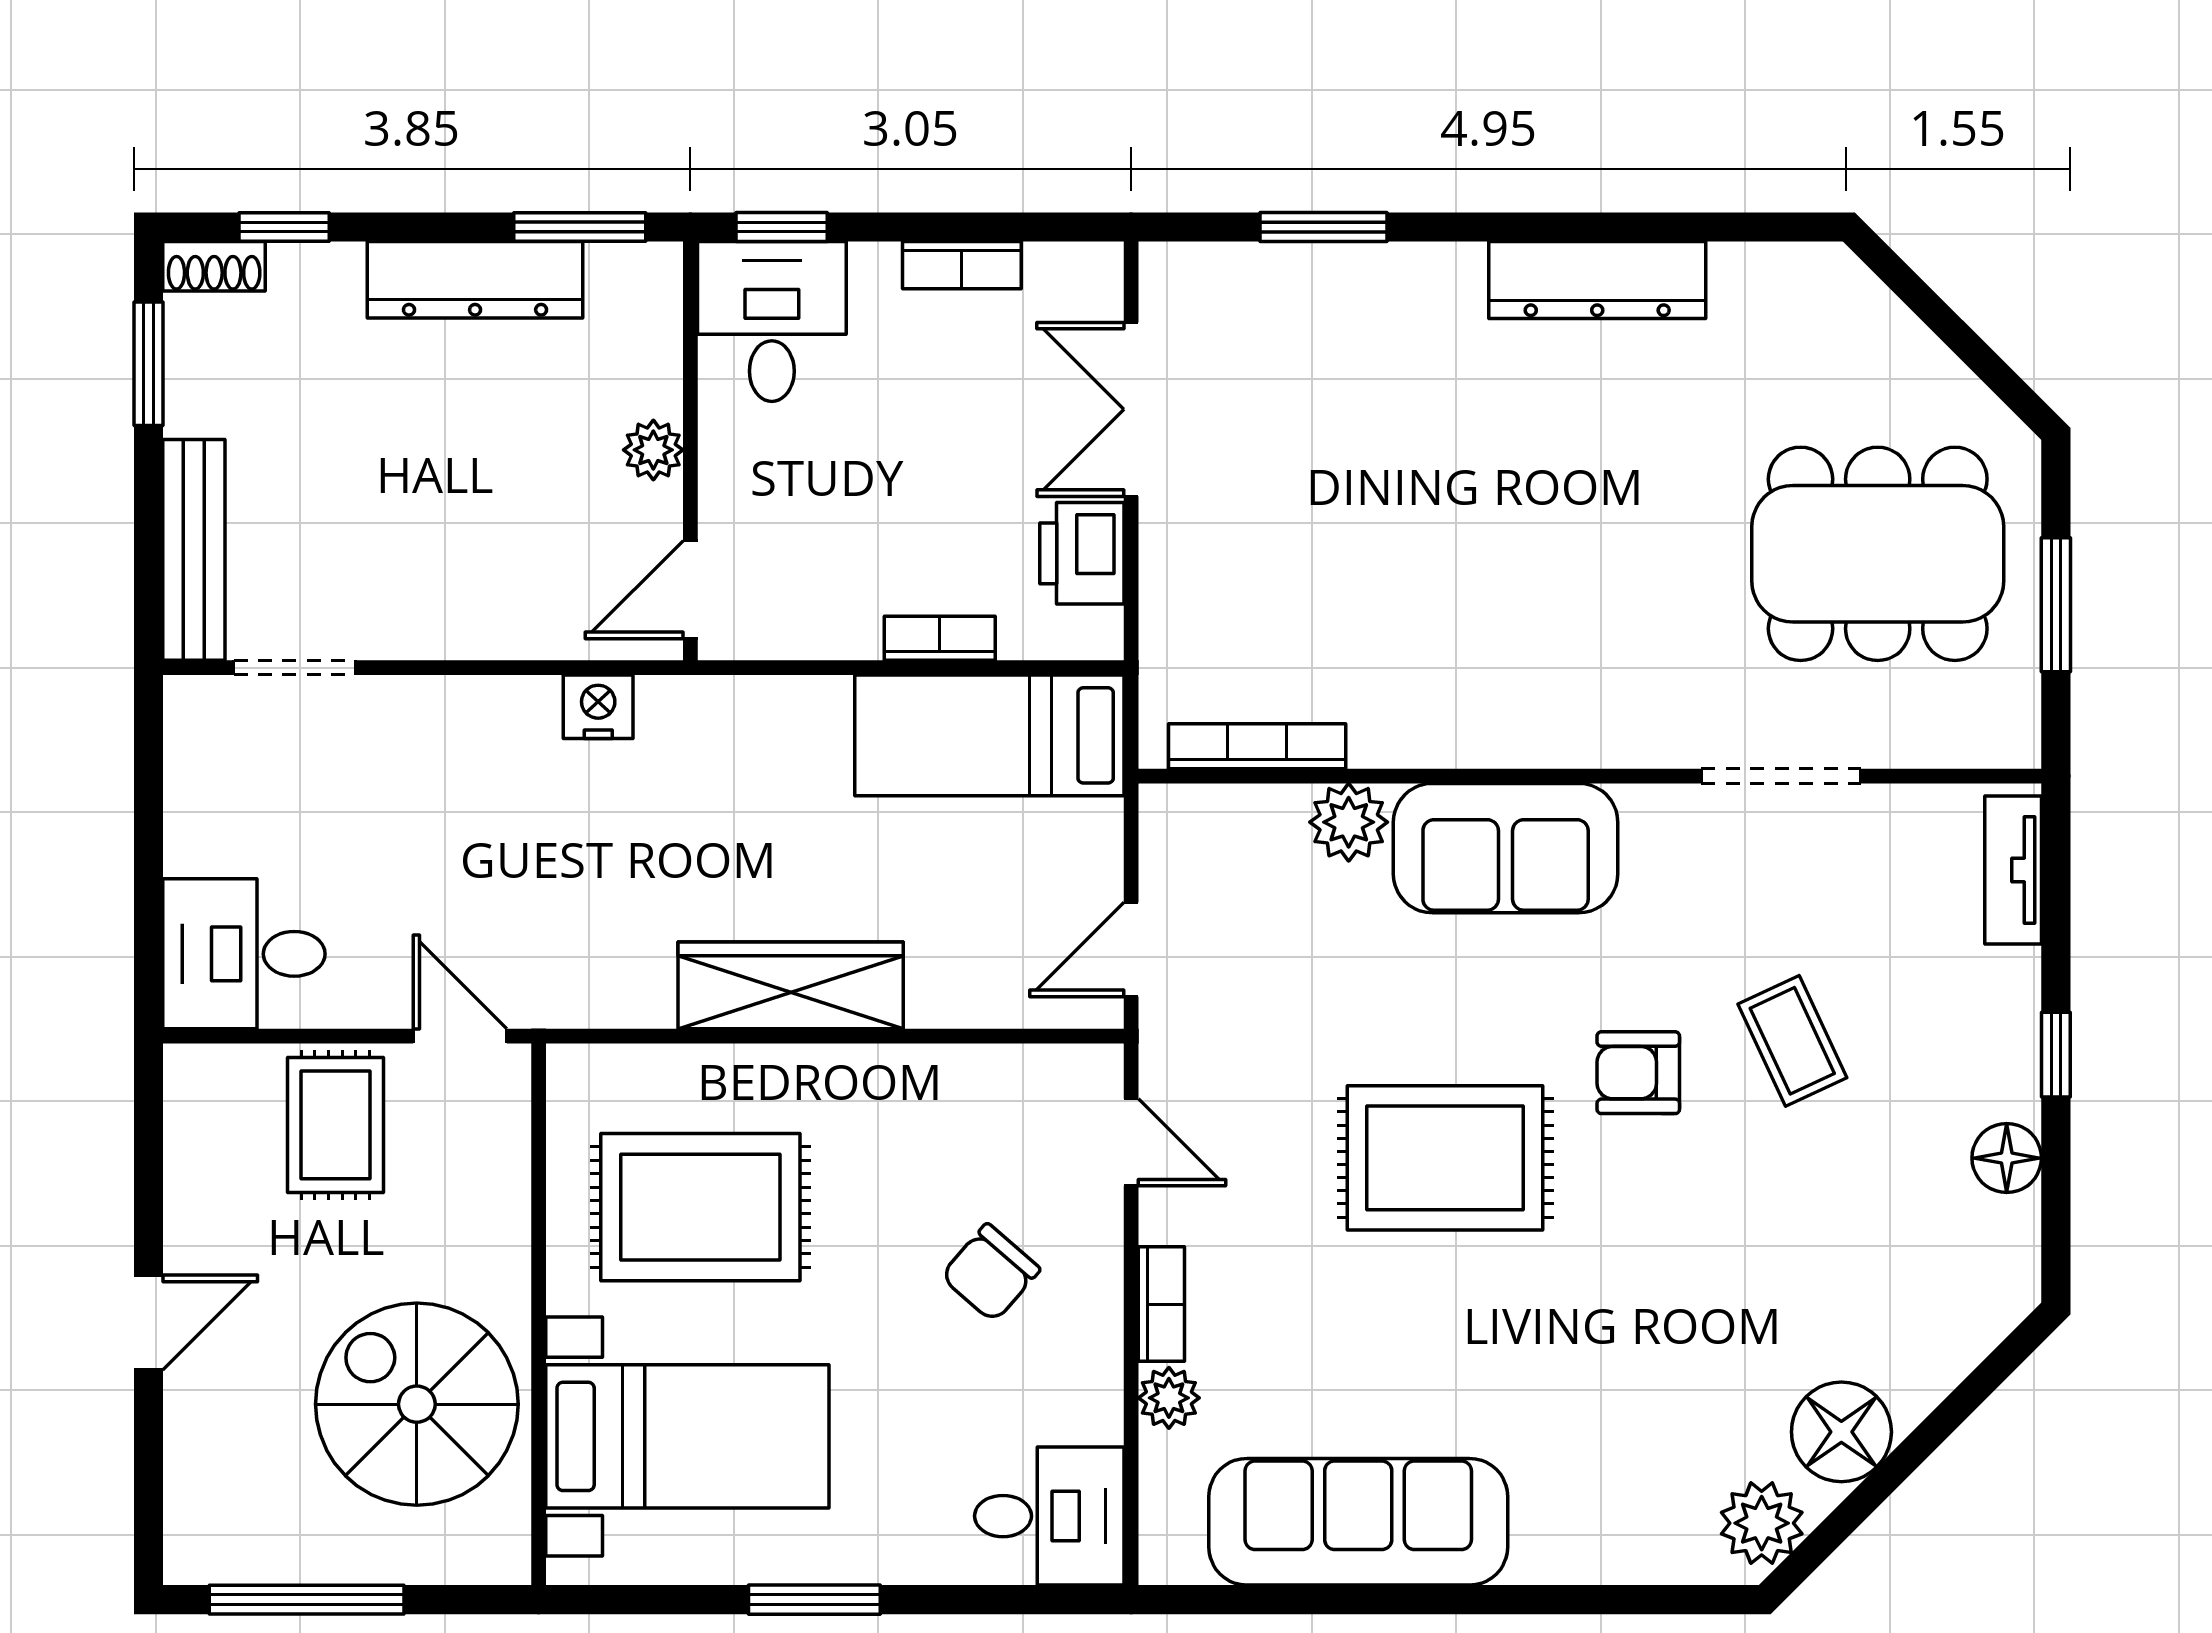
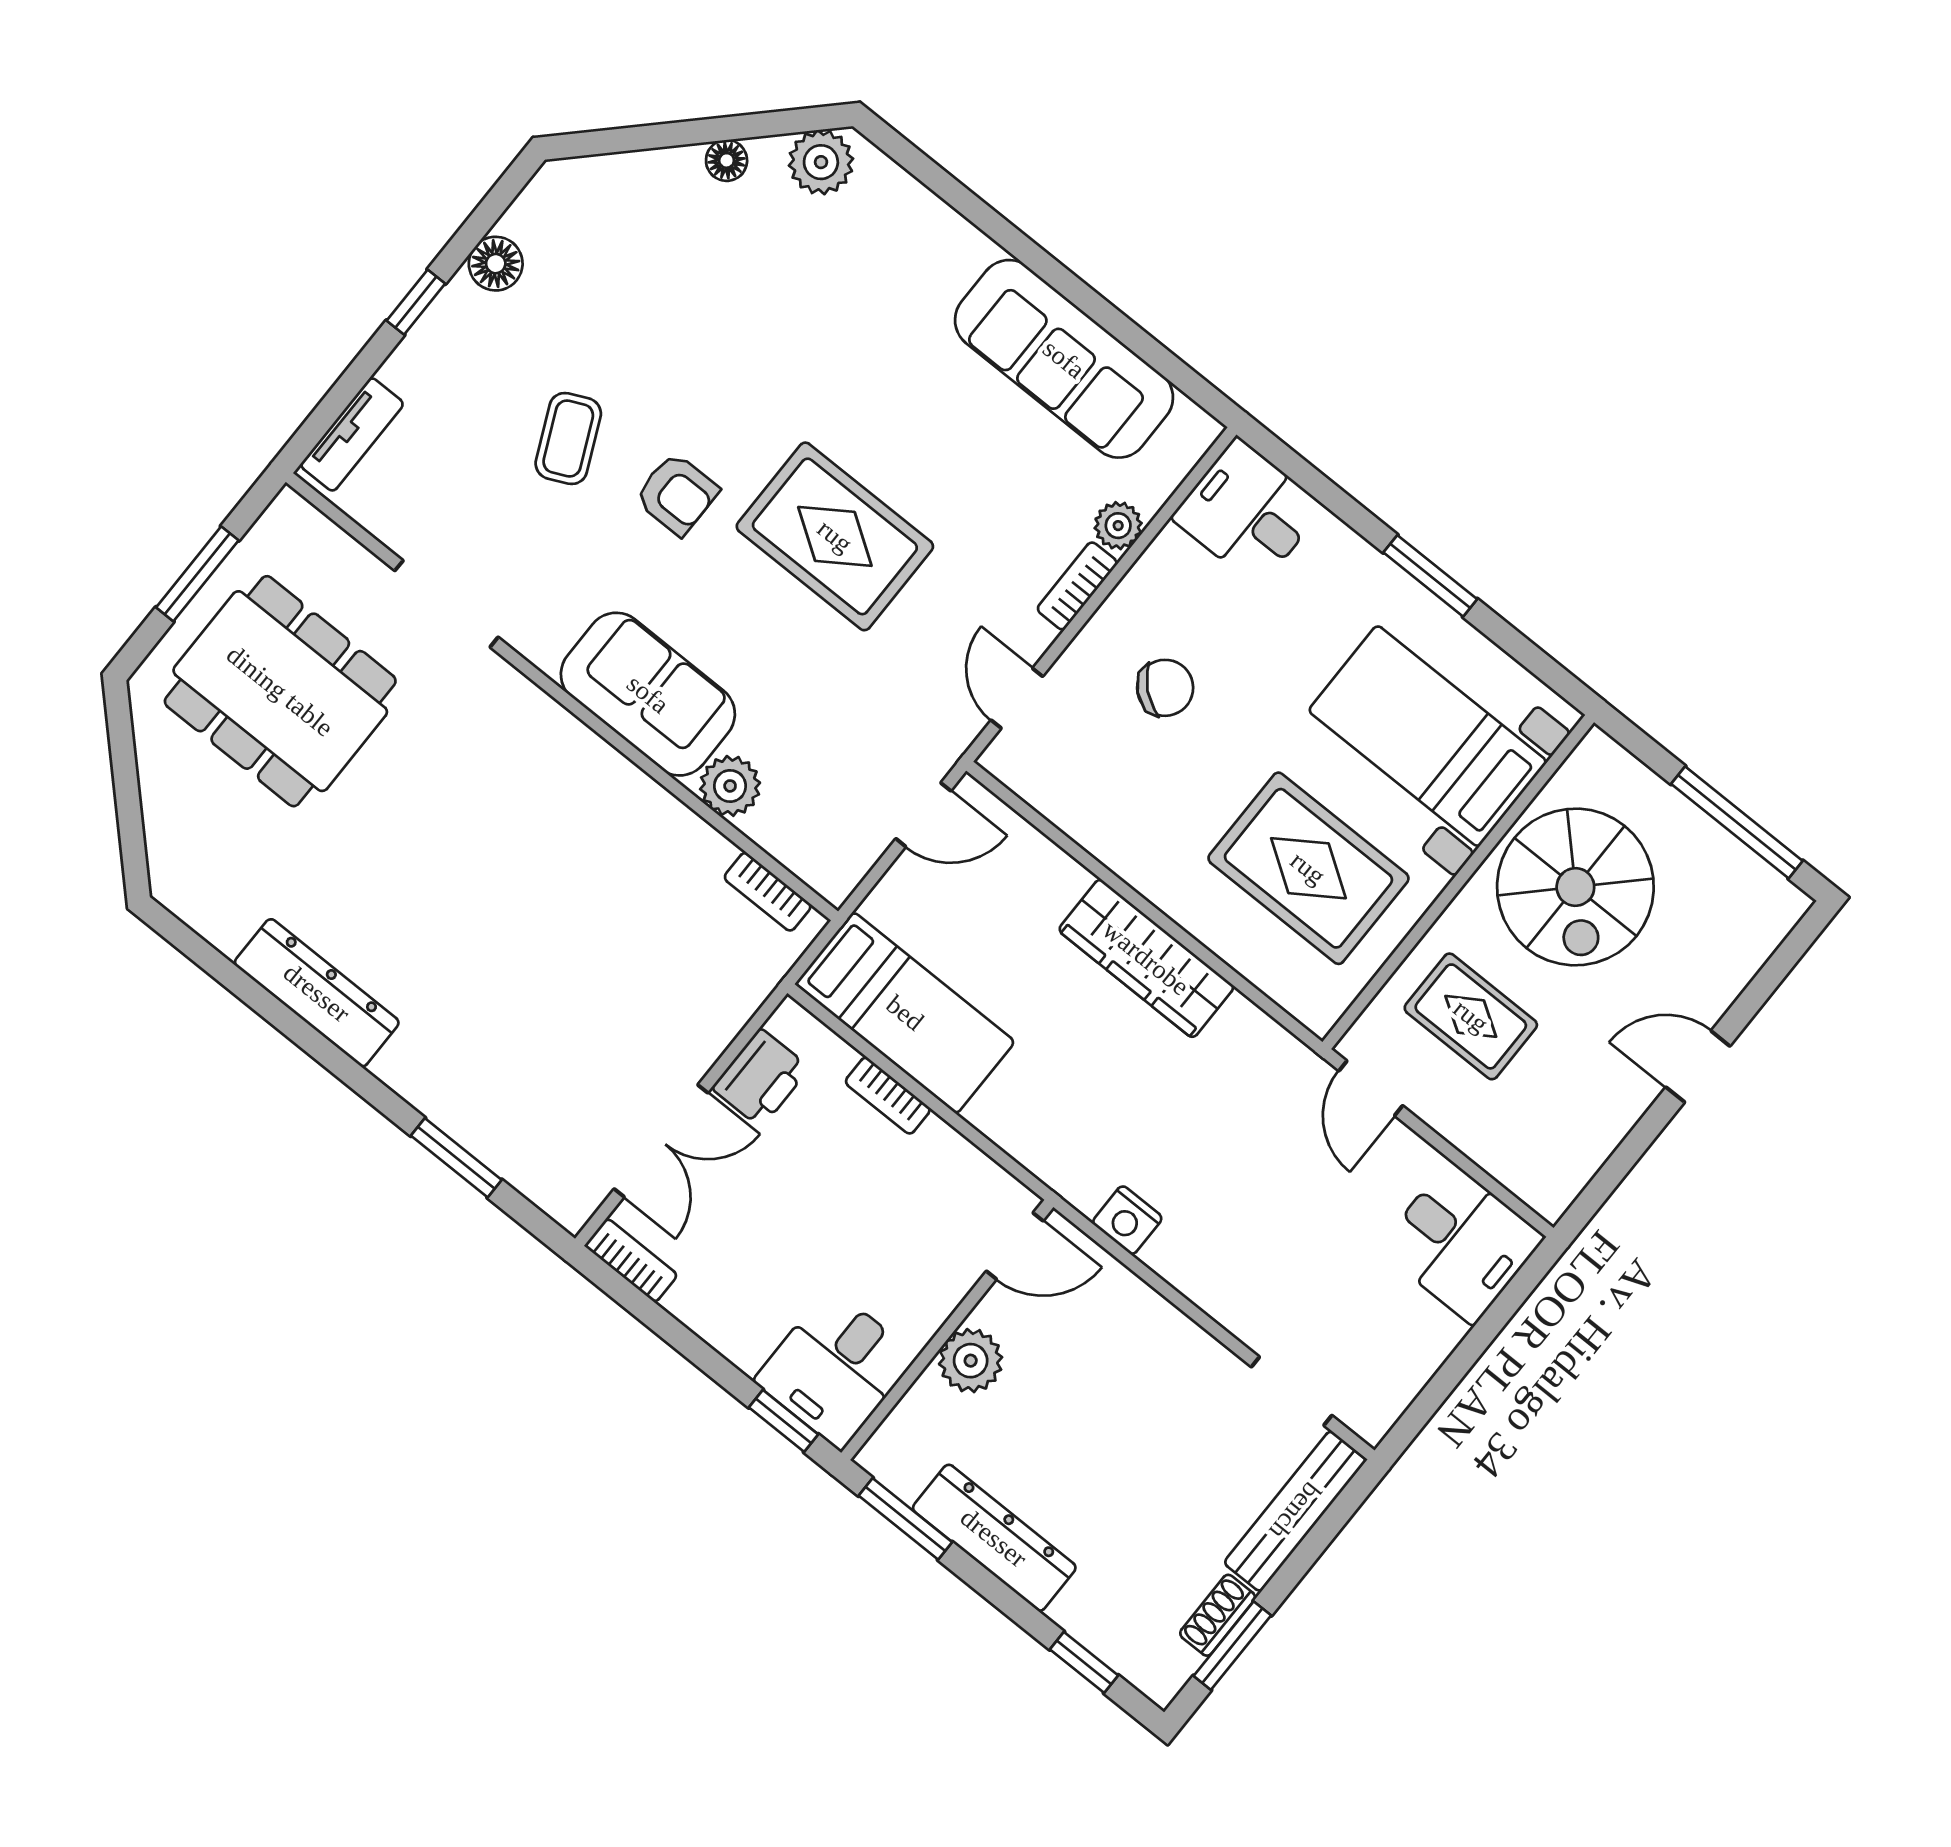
bookcase: (962, 265) -> (631, 1260), moved
shoe rack: (214, 266) -> (1218, 1615), moved, turned -90
plant: (653, 450) -> (971, 1361), width x1.38, depth x1.38
bookcase: (1257, 746) -> (768, 892), width x0.64
rug: (335, 1125) -> (1471, 1016), moved, turned 90
floor lamp: (1841, 1432) -> (727, 160), width x0.53, depth x0.53

